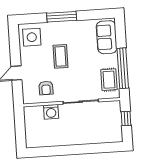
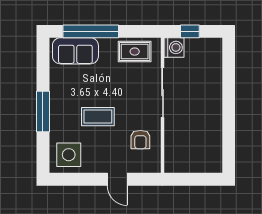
window: (123, 68) -> (91, 31), moved
armchair: (46, 88) -> (140, 140), turned 90
washing machine: (51, 112) -> (174, 47), moved

